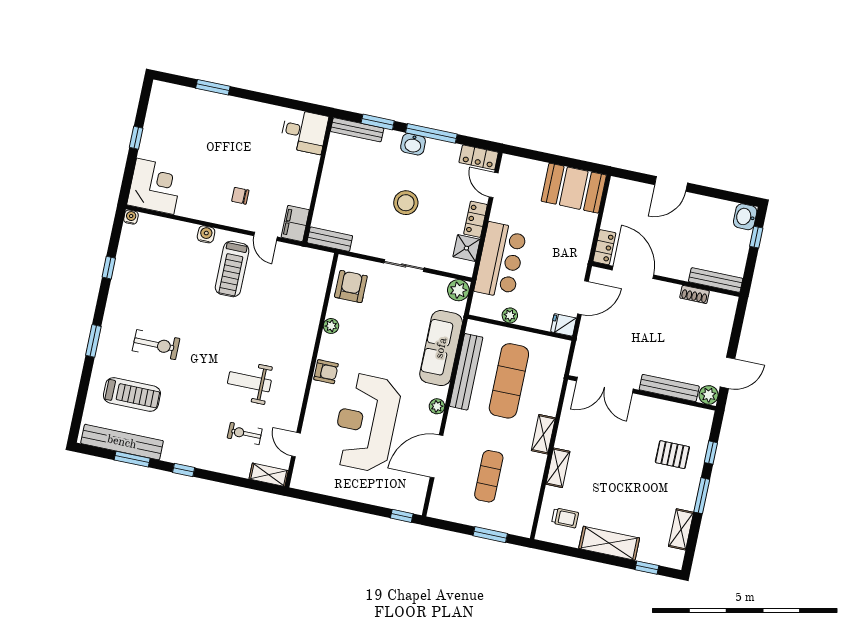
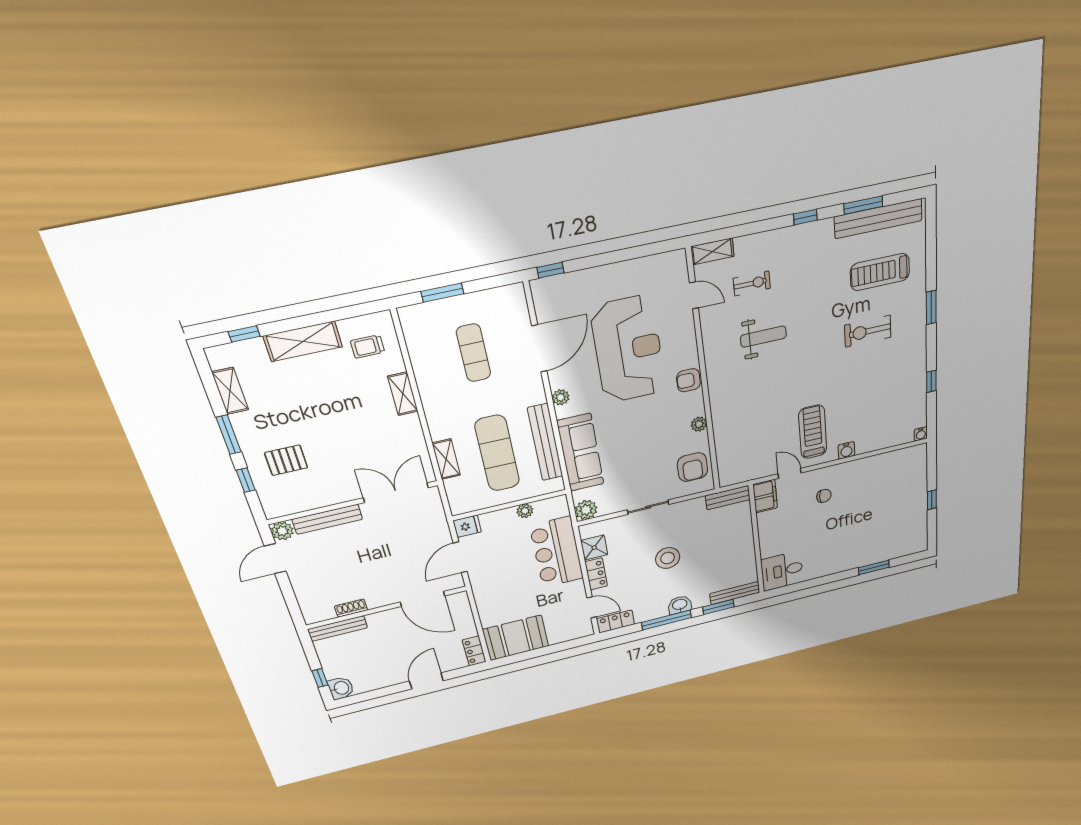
corner desk: (155, 186) -> (905, 469), removed
locker: (604, 247) -> (474, 651), moved
shelving: (543, 434) -> (446, 459), moved

